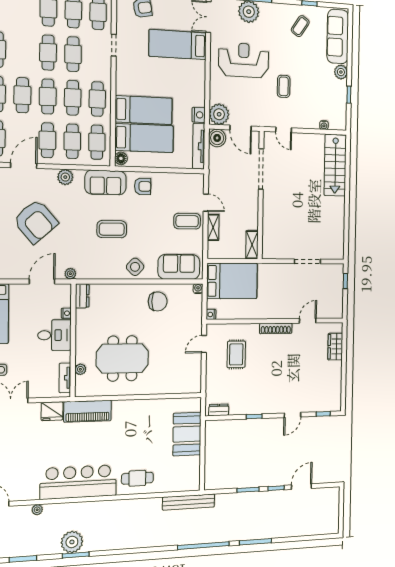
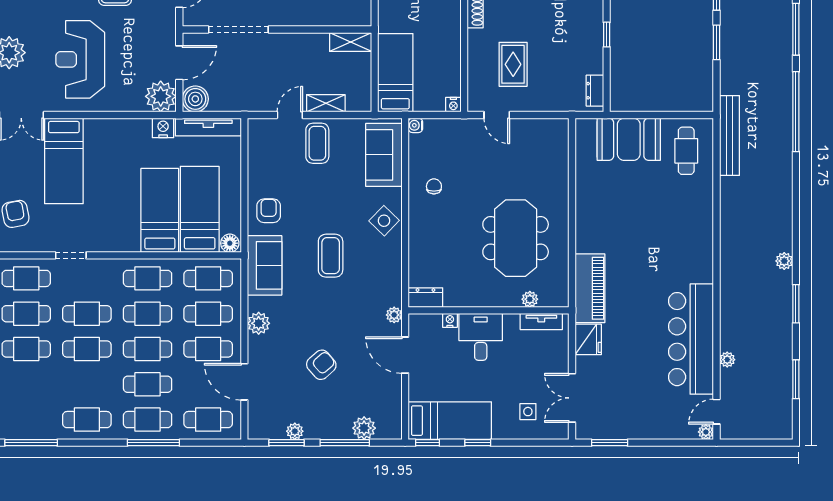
armchair: (36, 221) -> (321, 365), width x0.53, depth x0.53
bed: (232, 281) -> (395, 73), width x0.67
chair: (158, 301) -> (434, 186), width x0.54, depth x0.54
rug: (236, 354) -> (513, 64), turned 90
cafe table: (137, 478) -> (686, 151), moved
bar counter: (78, 482) -> (691, 339), moved
plant: (72, 542) -> (784, 261), moved, width x0.53, depth x0.53

